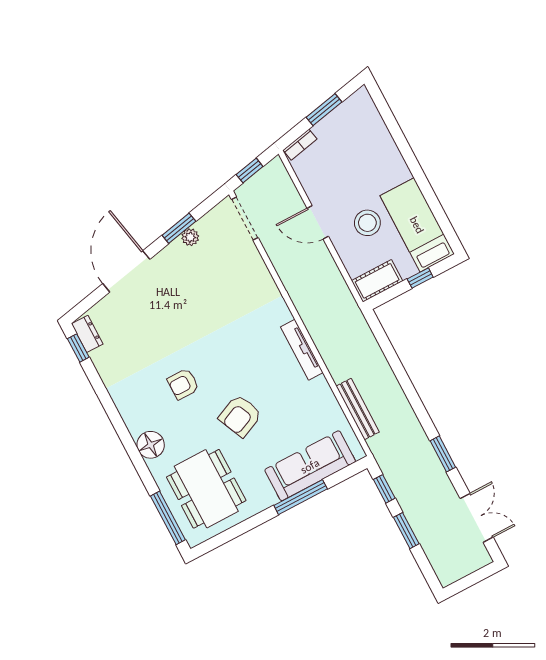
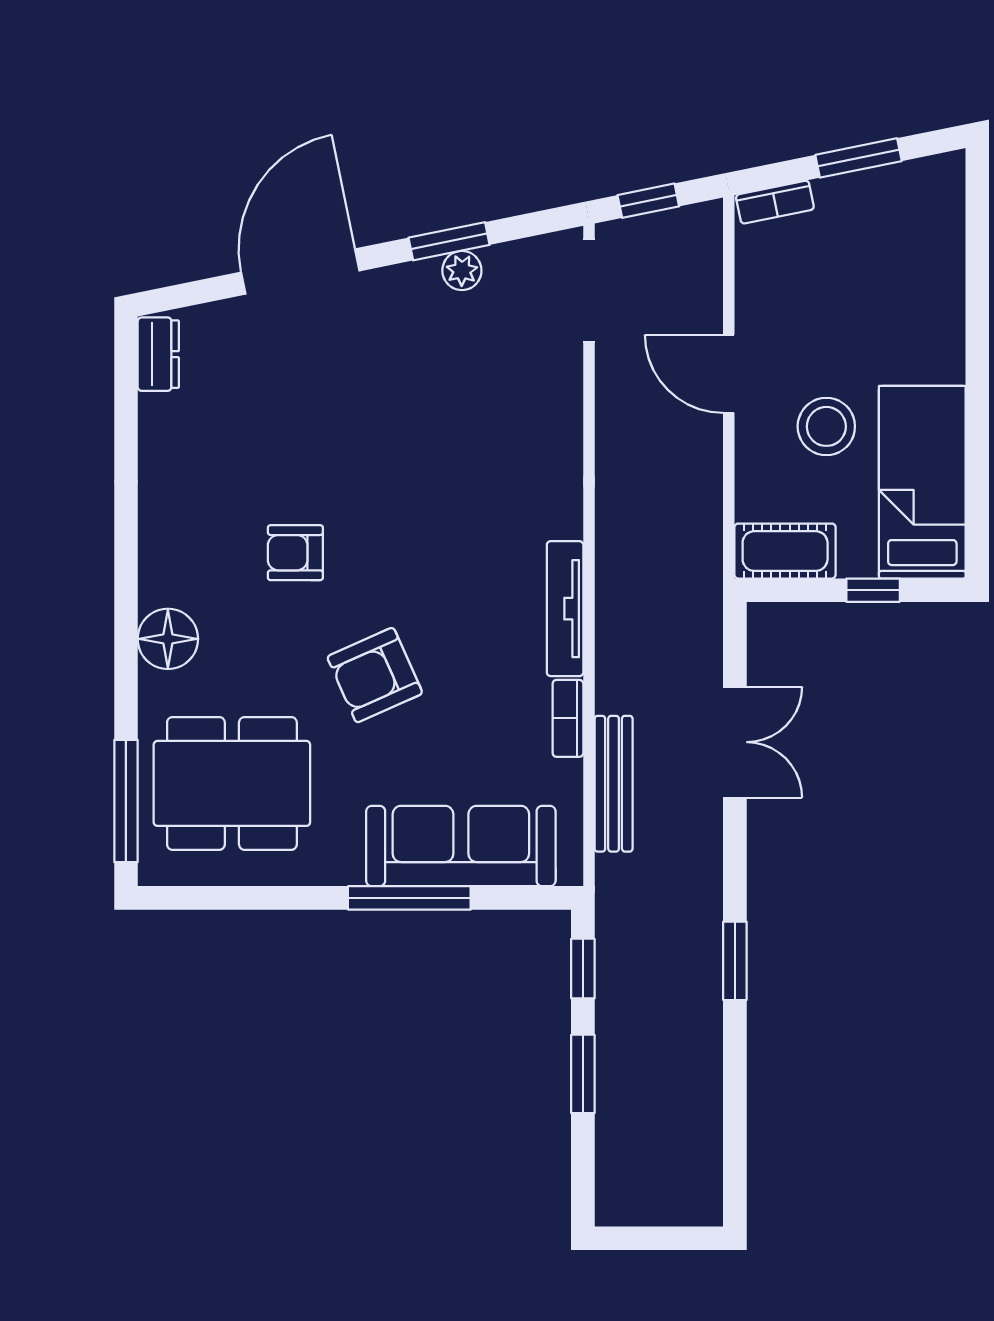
window: (78, 348) -> (126, 373), removed
bookcase: (326, 393) -> (568, 718), added
dining table: (206, 489) -> (232, 783), turned 90
double door: (477, 518) -> (735, 742), moved

